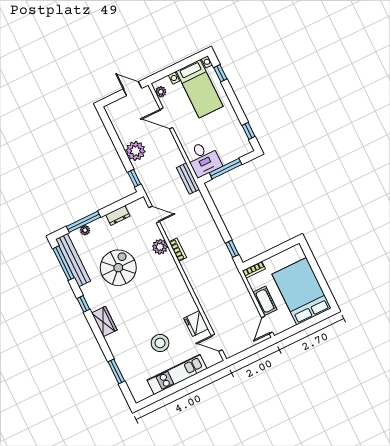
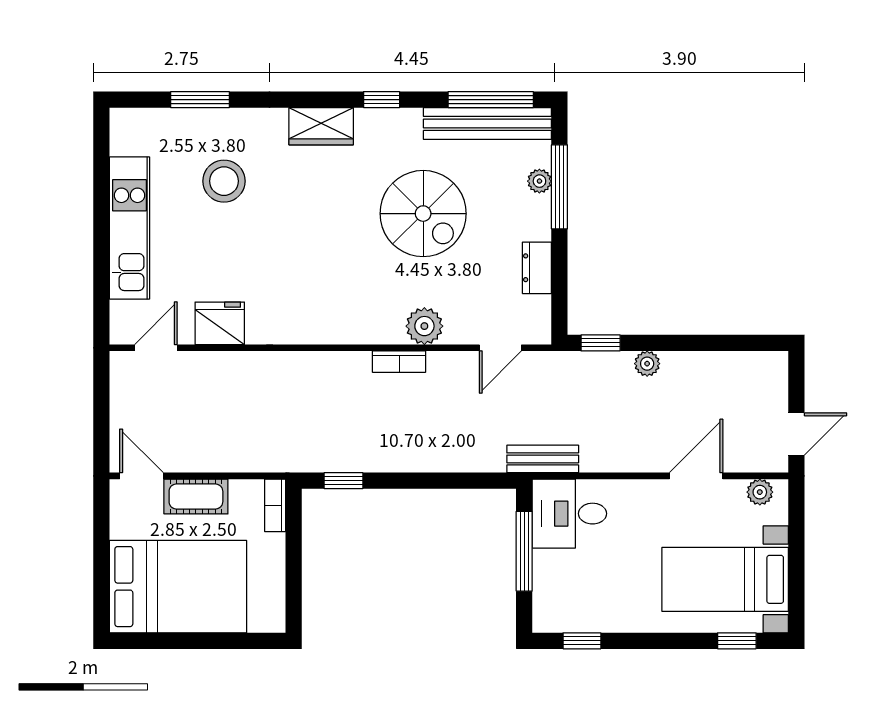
plant: (136, 151) -> (647, 364), width x0.53, depth x0.53
stool: (160, 343) -> (224, 181), moved

